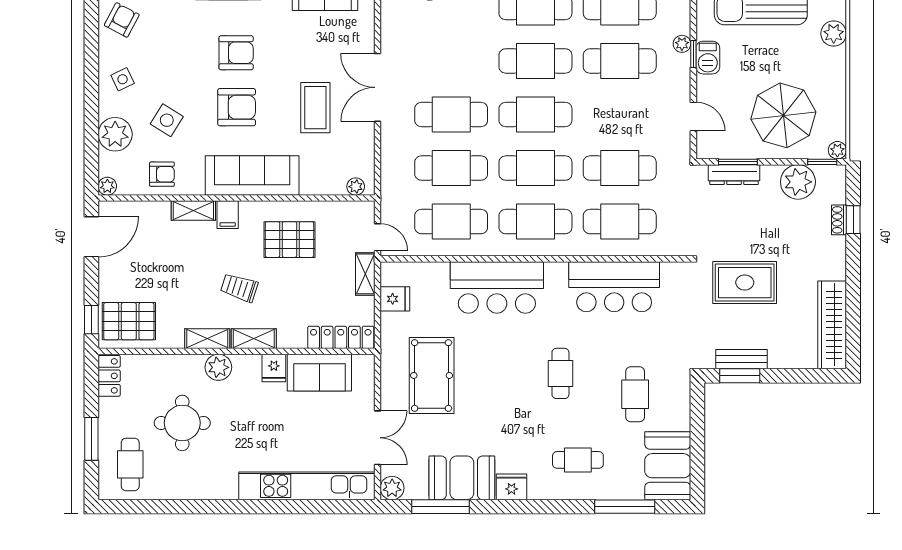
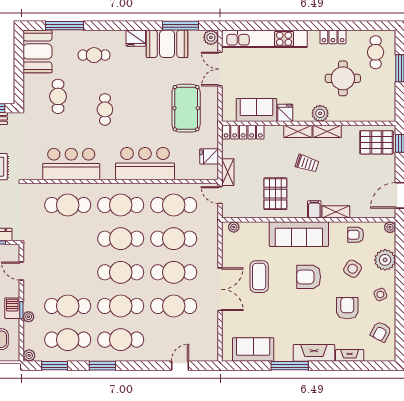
armchair: (236, 53) -> (347, 308), moved, turned 90
cafe table: (620, 168) -> (174, 306), moved
pallet: (289, 240) -> (275, 194), turned 90
locker: (109, 376) -> (333, 37), moved, turned -90

